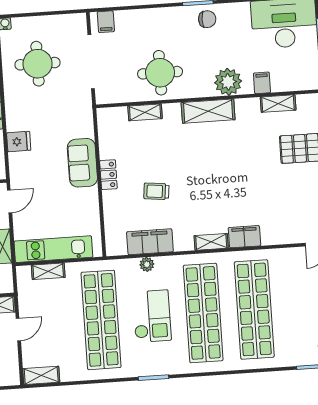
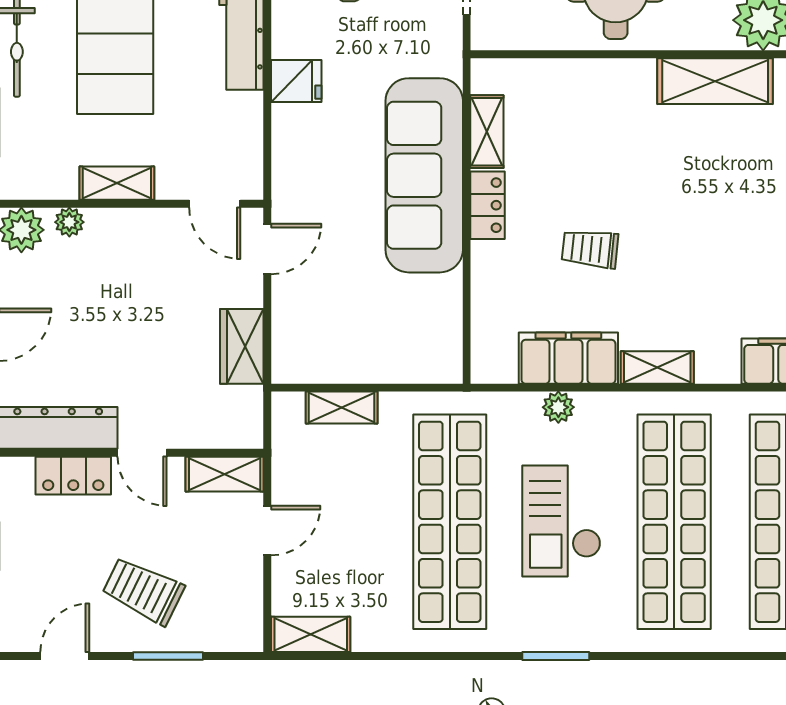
shelving: (145, 112) -> (487, 132), moved, turned 90
fridge: (19, 142) -> (296, 81), moved
sofa: (82, 163) -> (424, 175), width x1.85, depth x1.27
shelving: (211, 242) -> (657, 367), moved
kitchen unit: (53, 249) -> (356, 360), removed
checkout: (152, 316) -> (561, 521), turned 180

